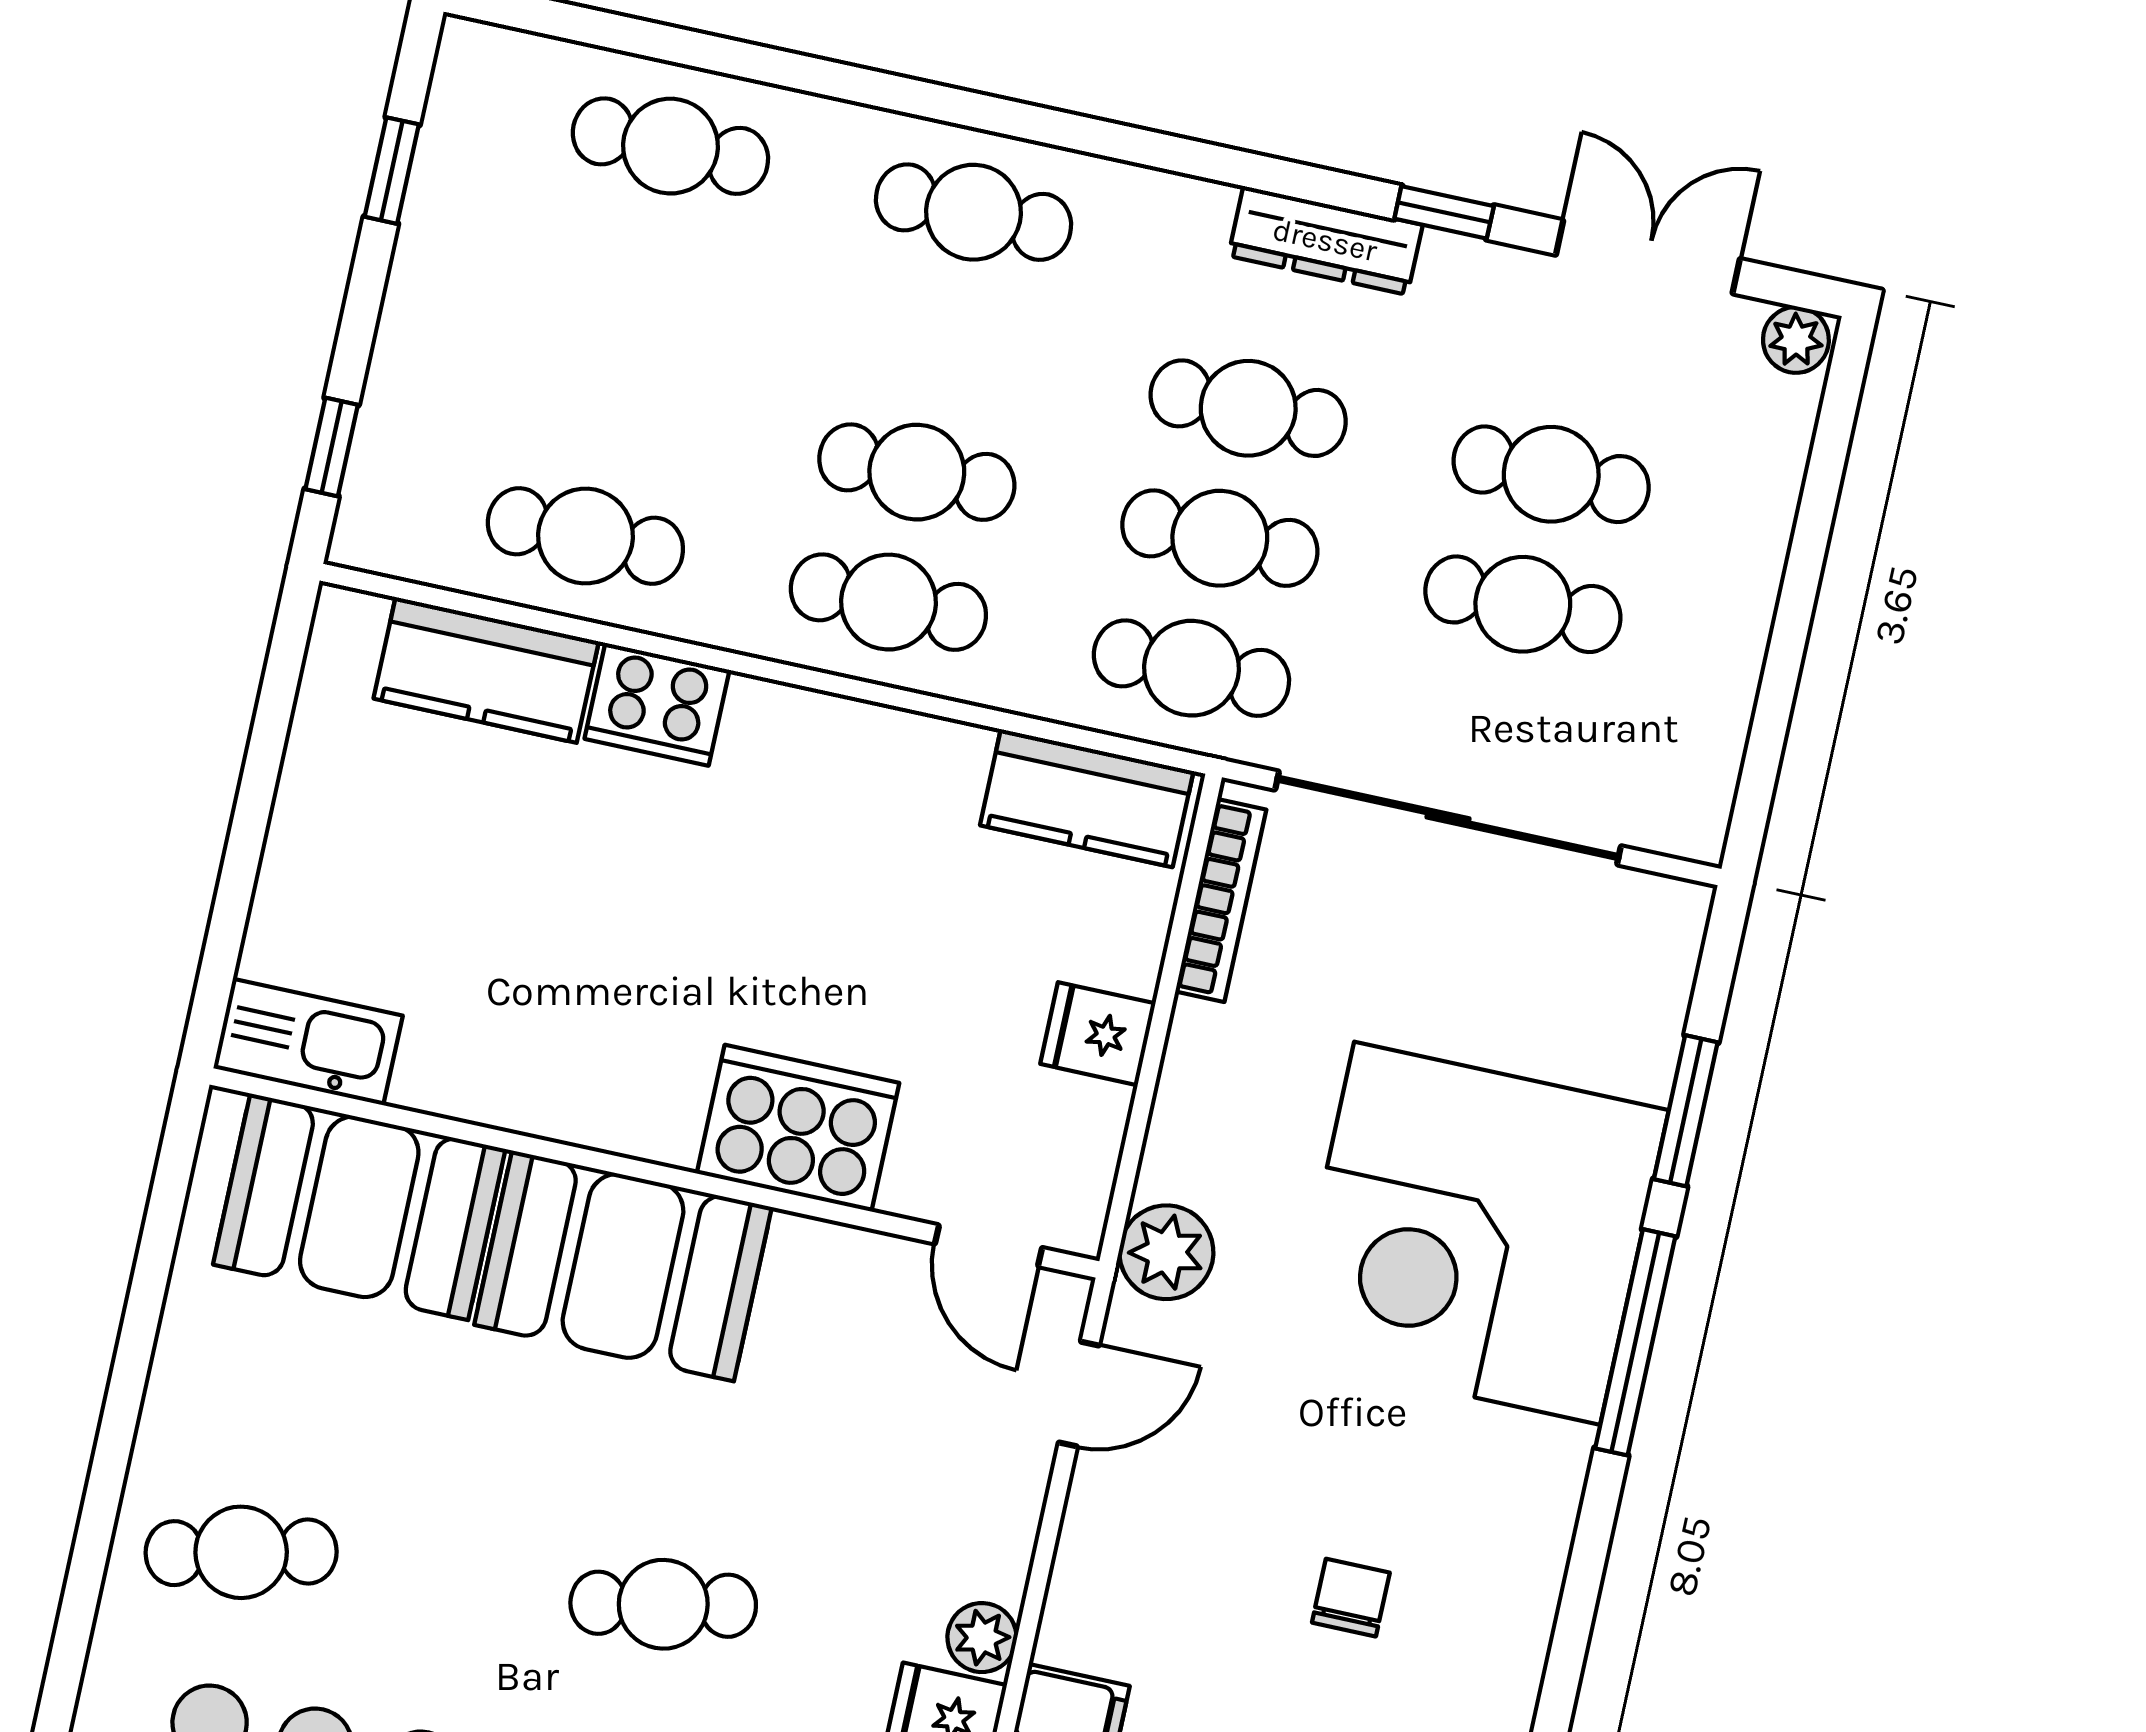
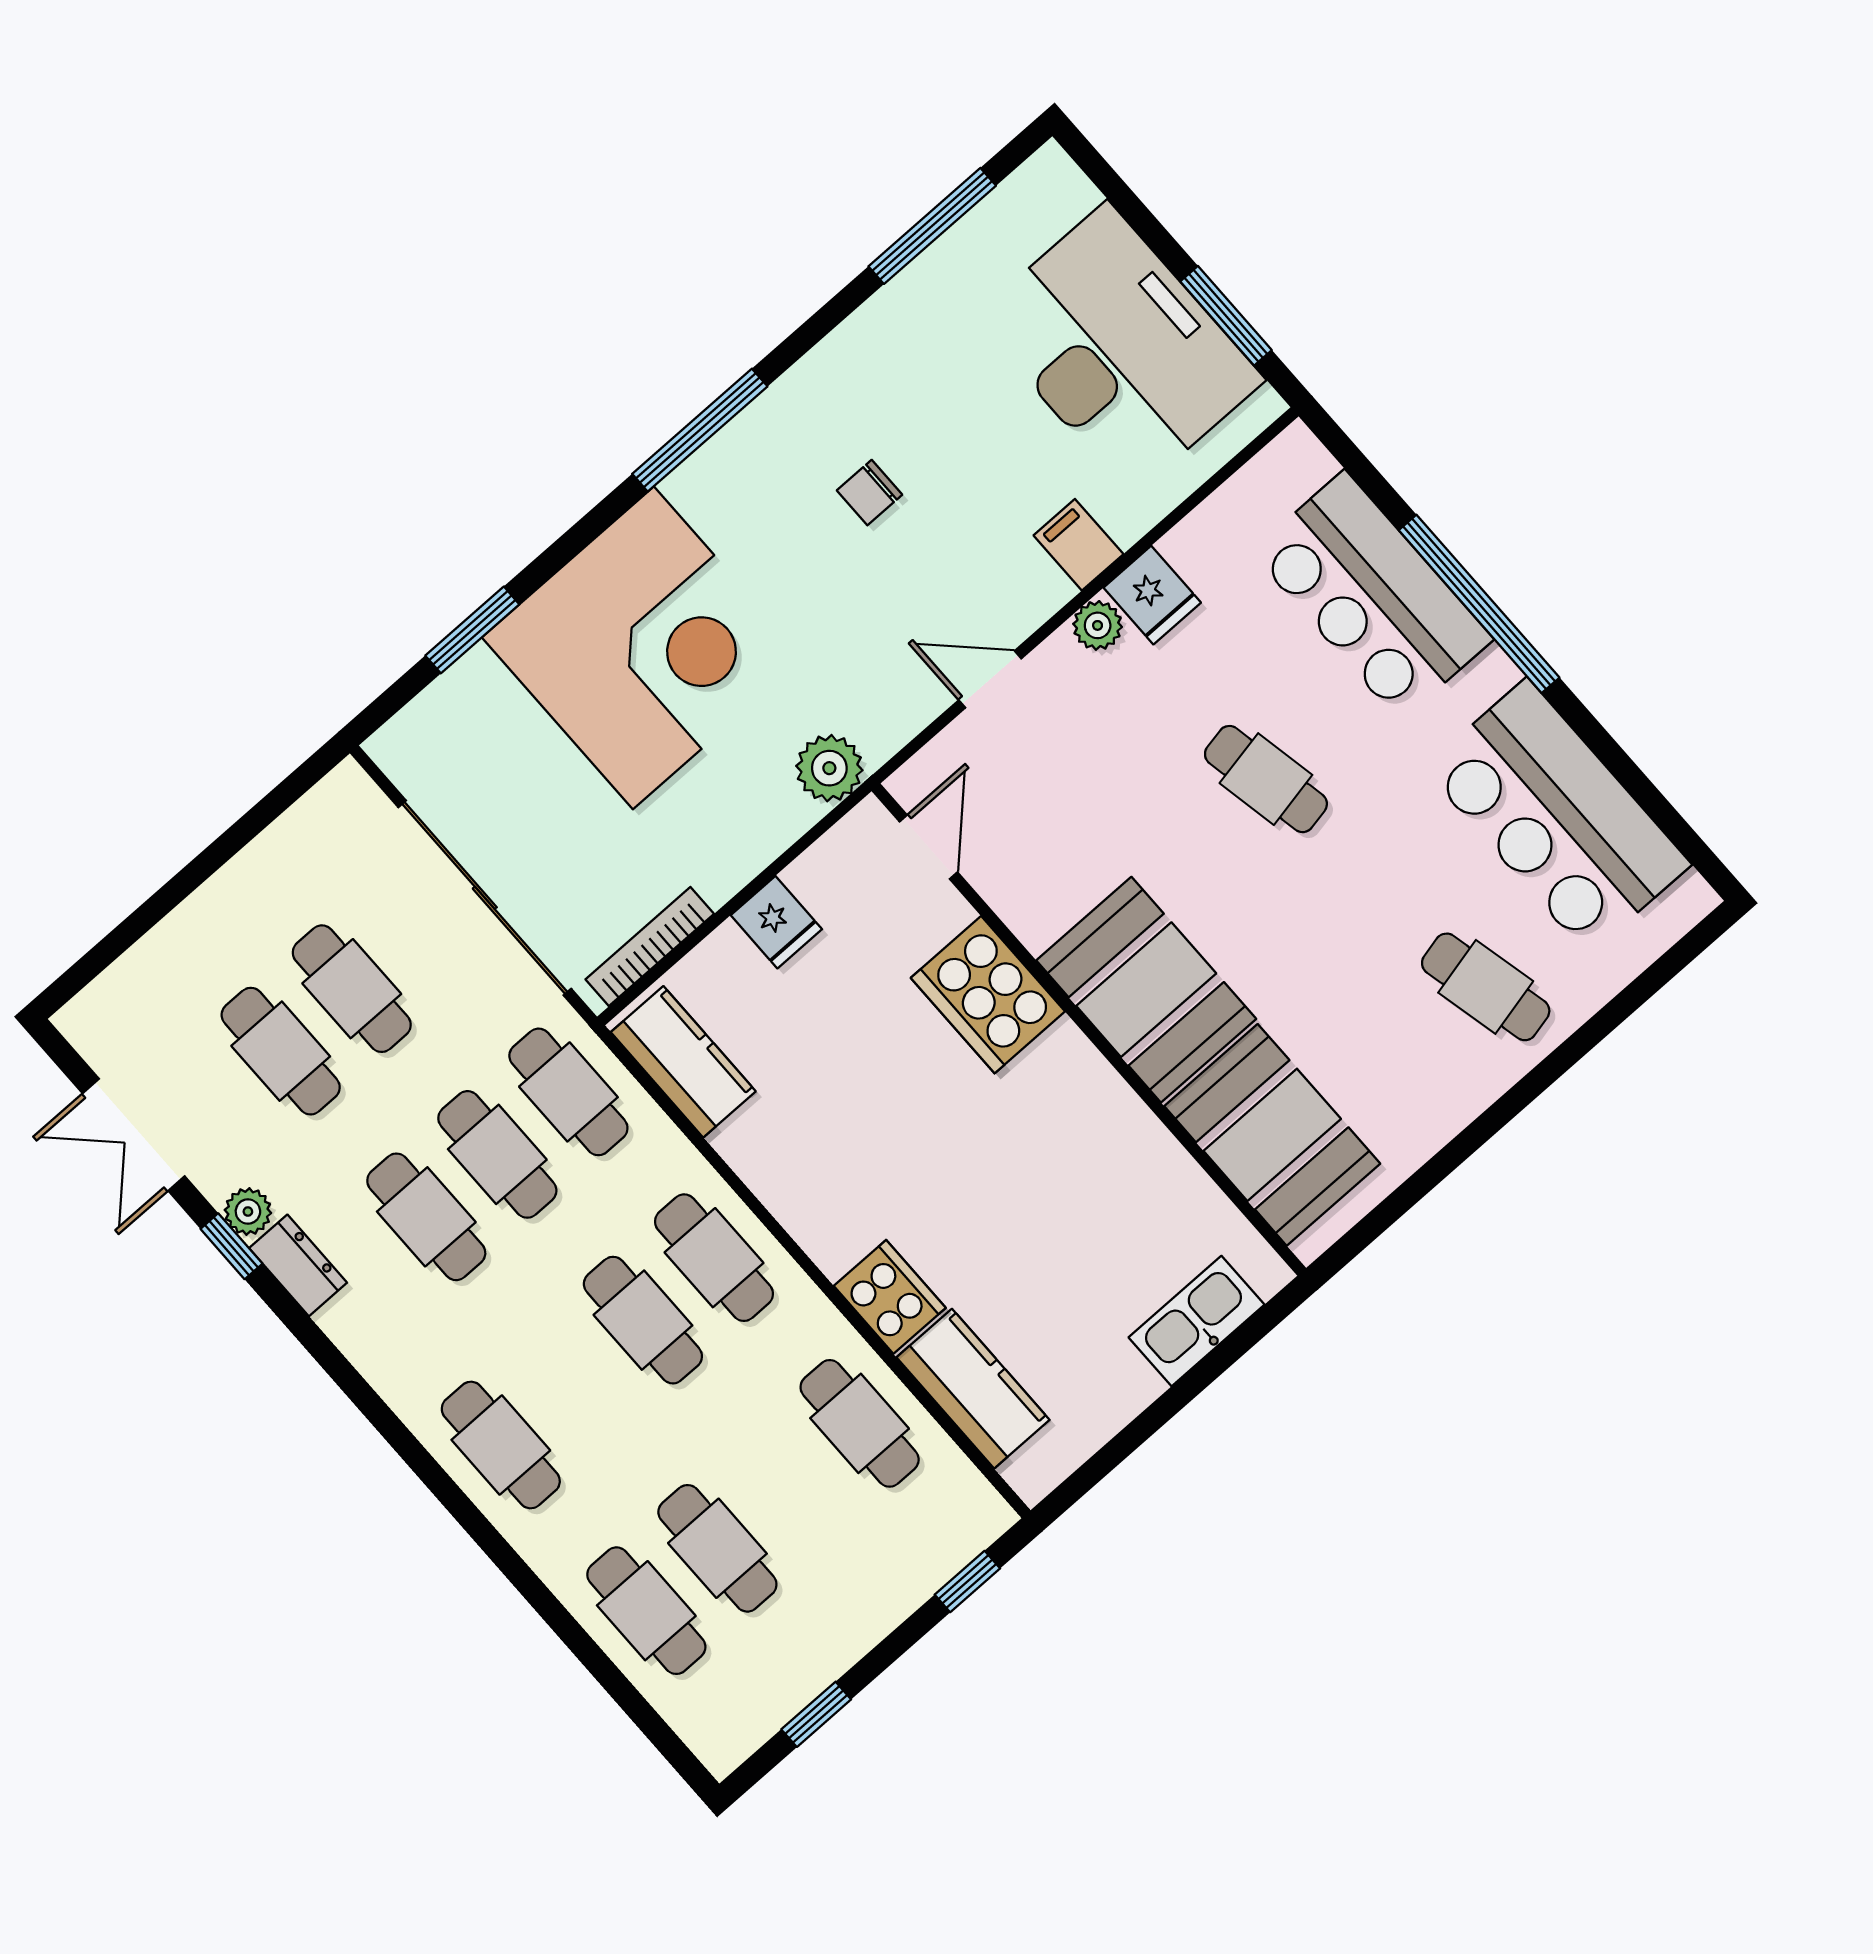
dresser: (1325, 240) -> (298, 1265), width x0.70
cafe table: (642, 276) -> (717, 1548), added
plant: (1796, 340) -> (248, 1212), moved
kitchen sink: (308, 1042) -> (1197, 1321), moved, turned 90
window: (1635, 1342) -> (700, 430), moved
door: (1079, 1394) -> (990, 679), moved

